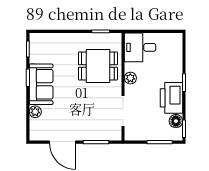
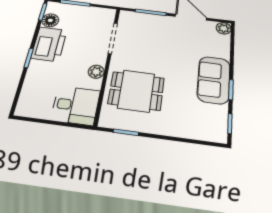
plant: (35, 112) -> (224, 28), moved

